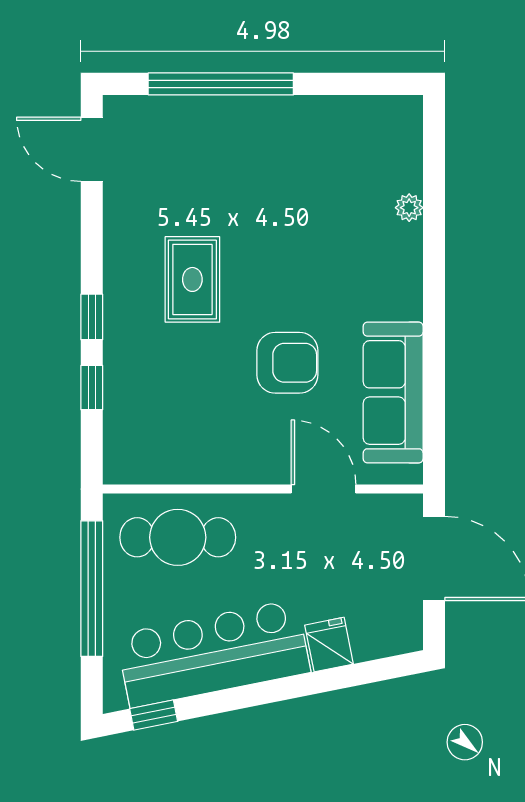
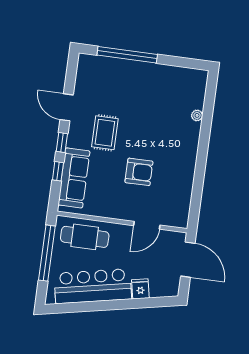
door: (92, 149) -> (67, 107), moved
sofa: (393, 392) -> (74, 178), moved, turned 180
door: (324, 489) -> (147, 225), swing flipped
window: (154, 715) -> (65, 308), removed

